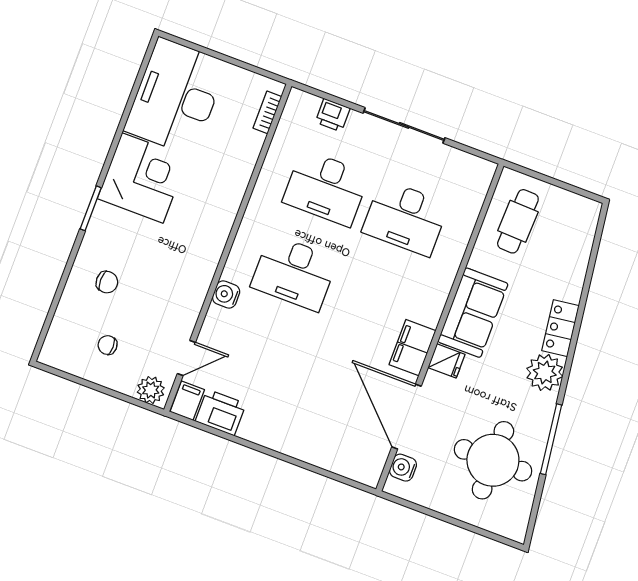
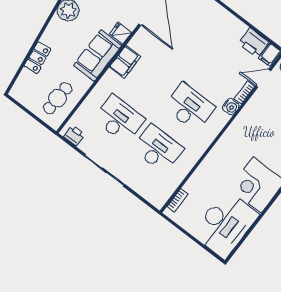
printer: (333, 115) -> (74, 136), moved
bookcase: (210, 325) -> (245, 93), added
locker: (560, 328) -> (37, 58), moved
filing cabinet: (412, 348) -> (125, 62), moved

